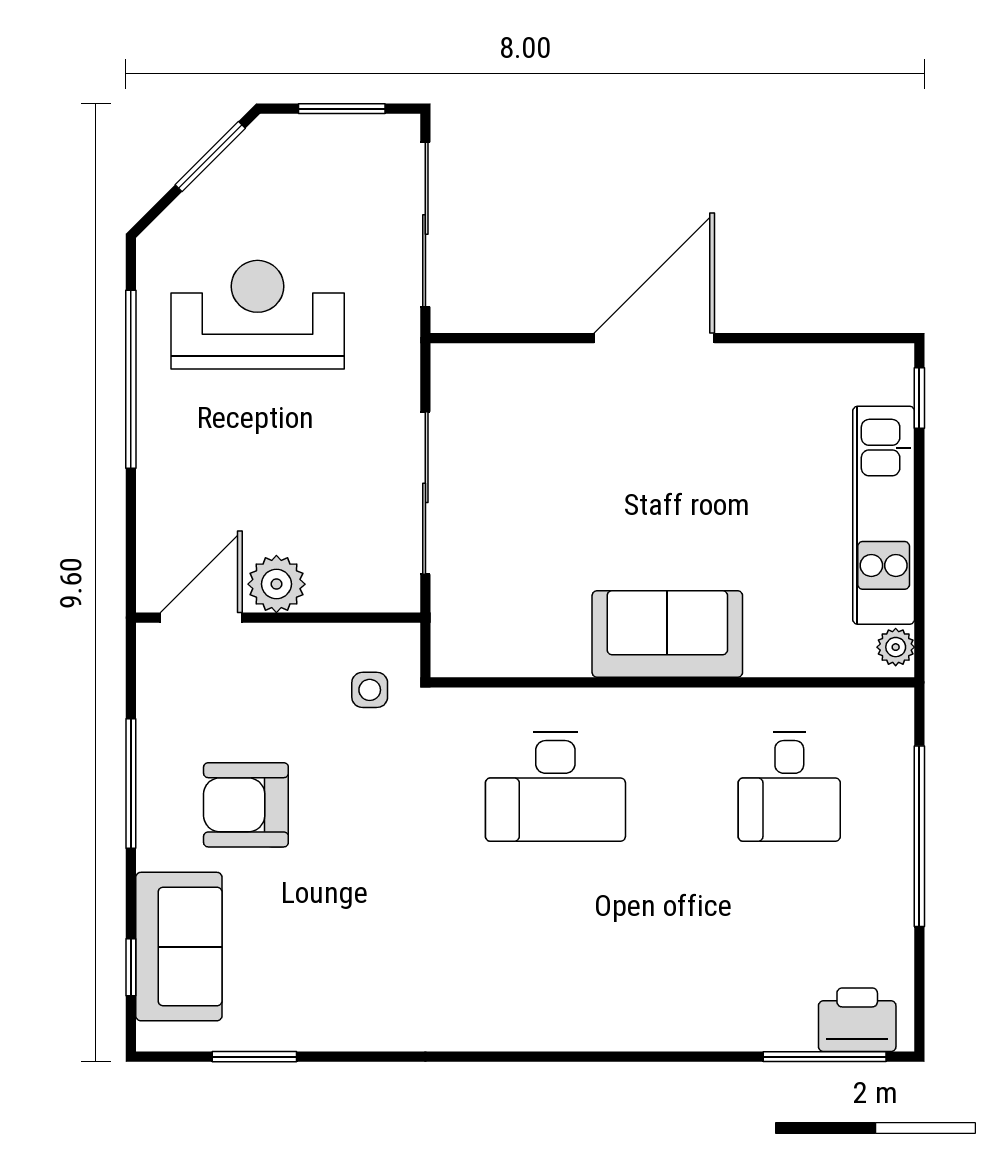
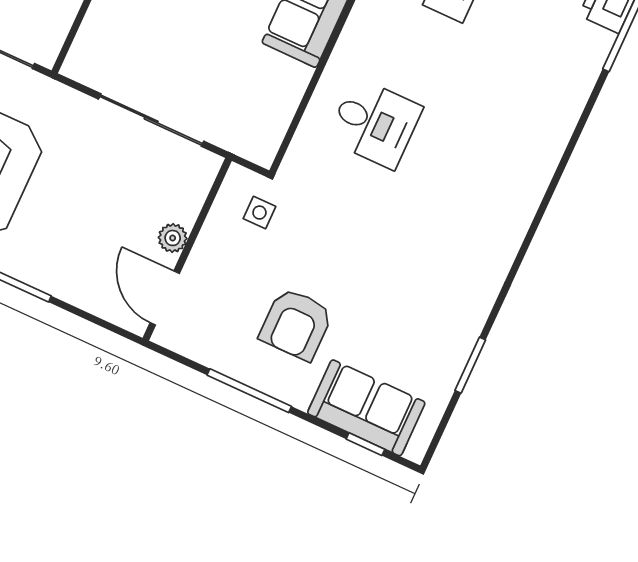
plant: (276, 584) -> (173, 238), width x0.73, depth x0.73
desk: (555, 787) -> (375, 123), width x0.73
window: (254, 1057) -> (470, 365), moved

